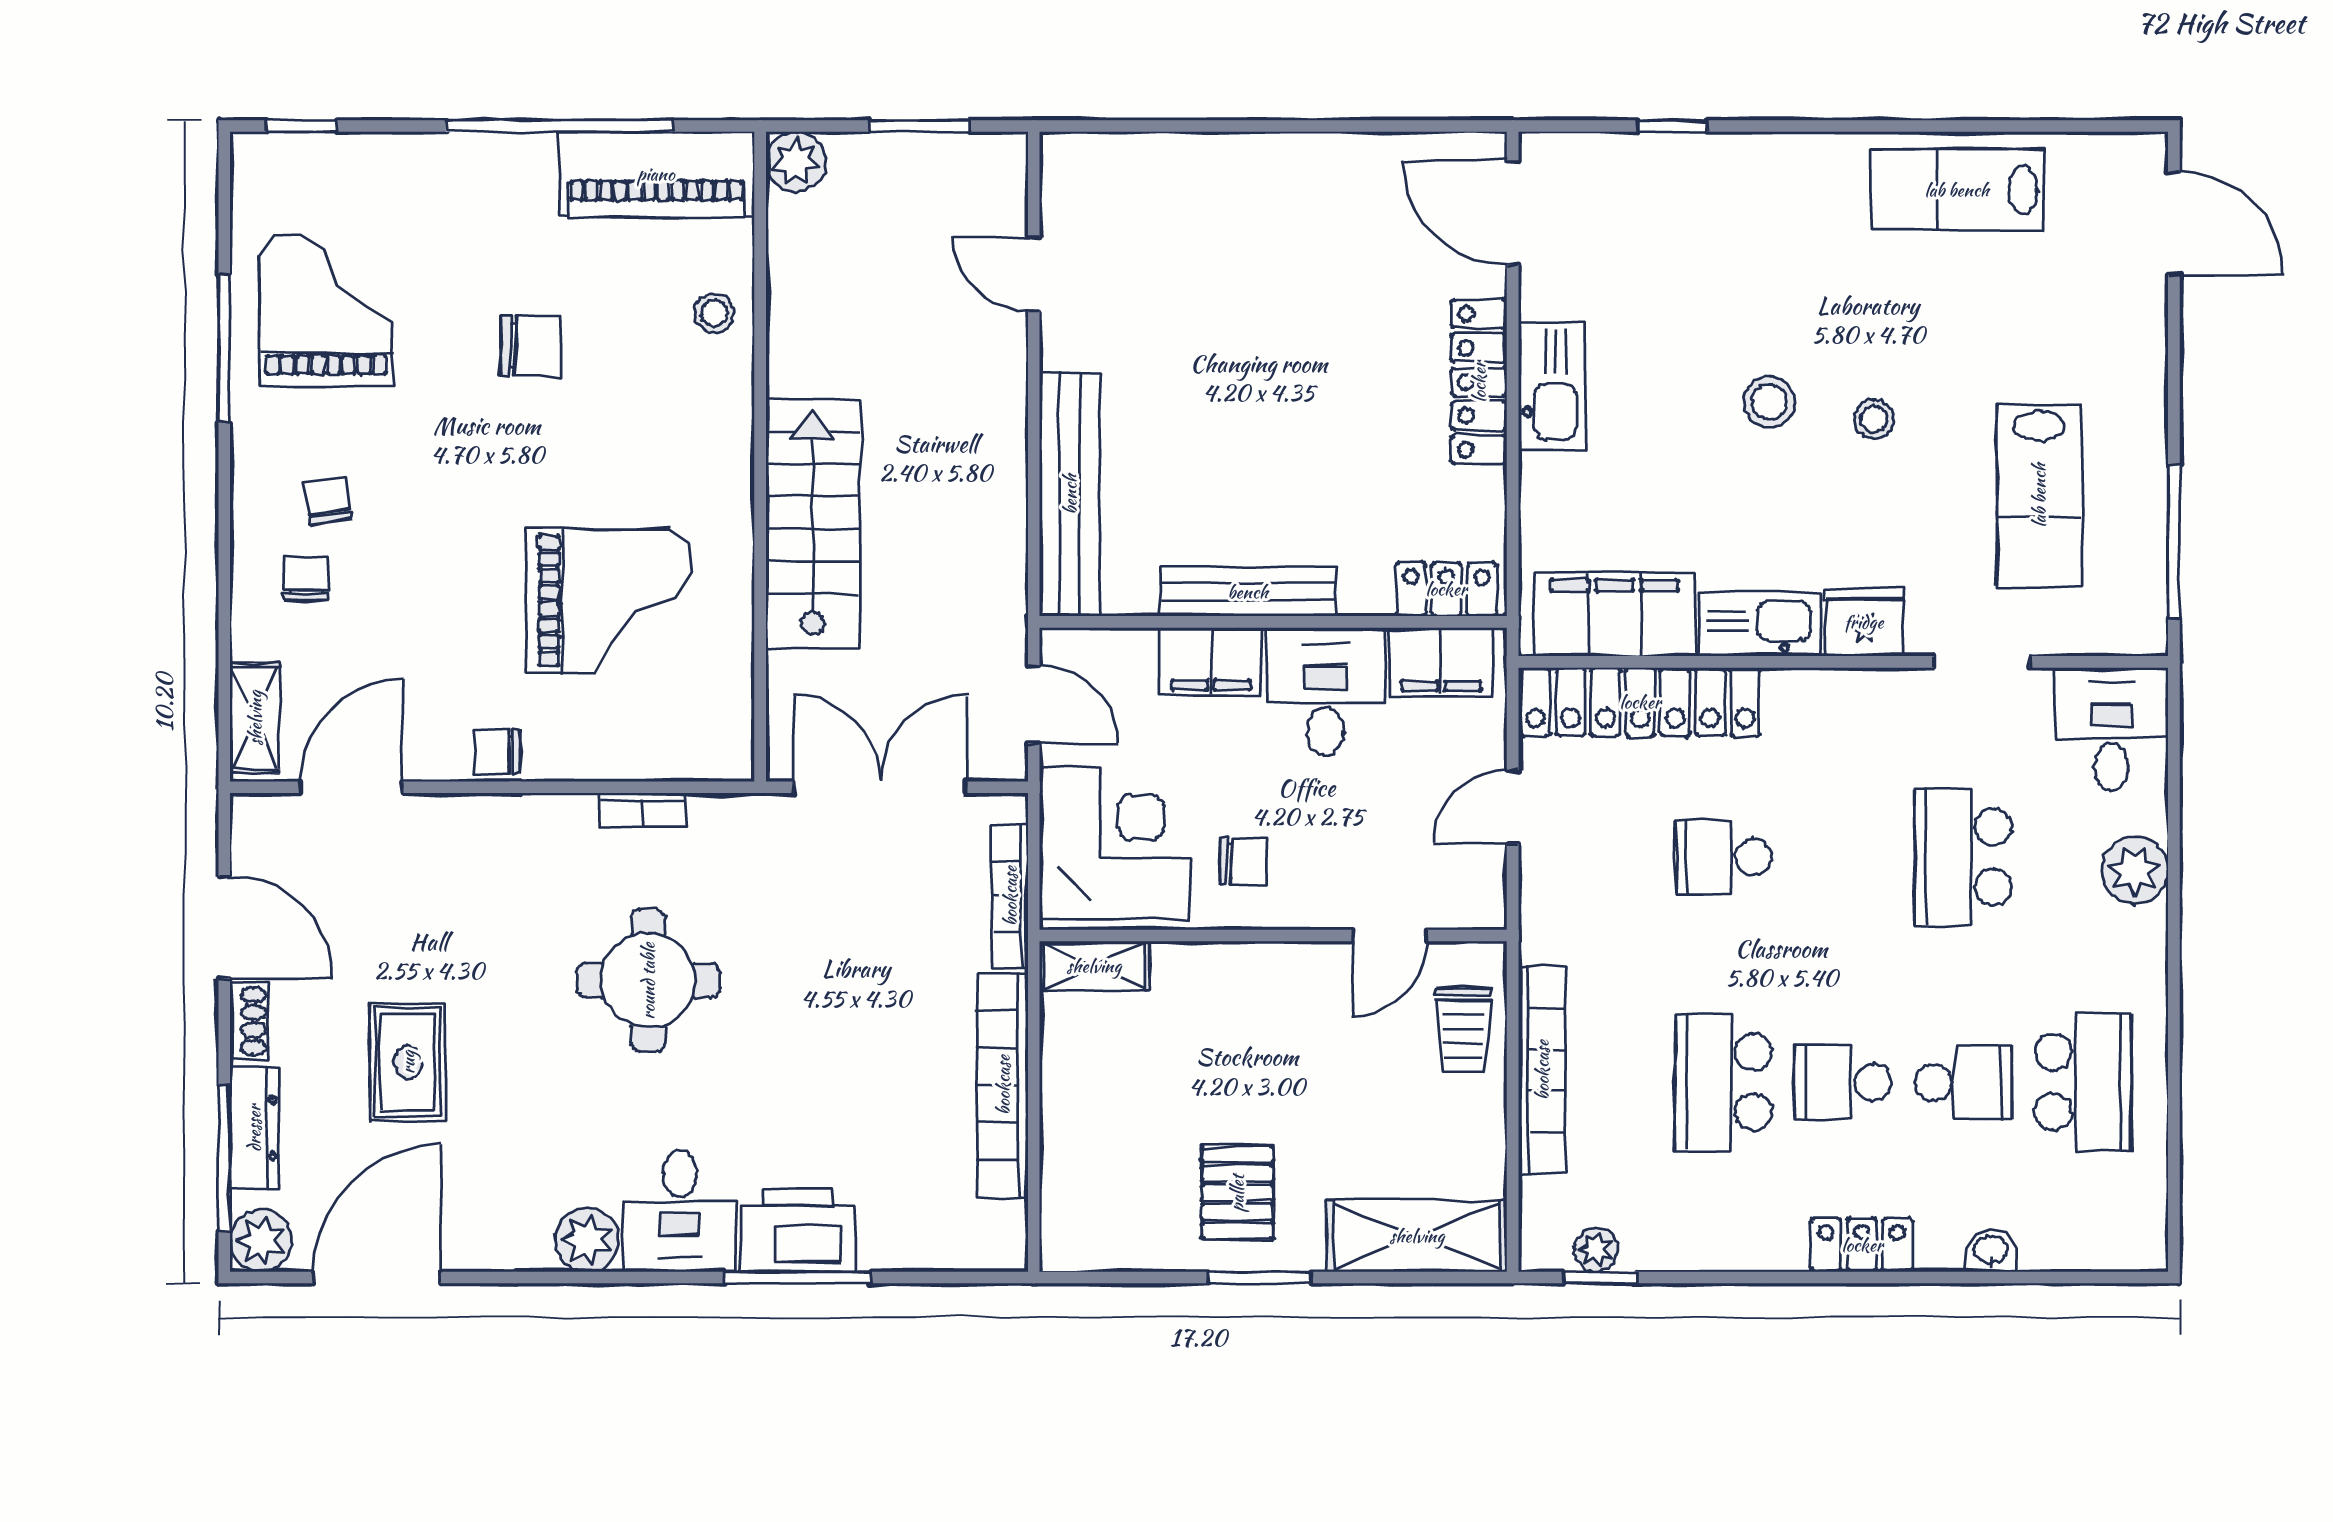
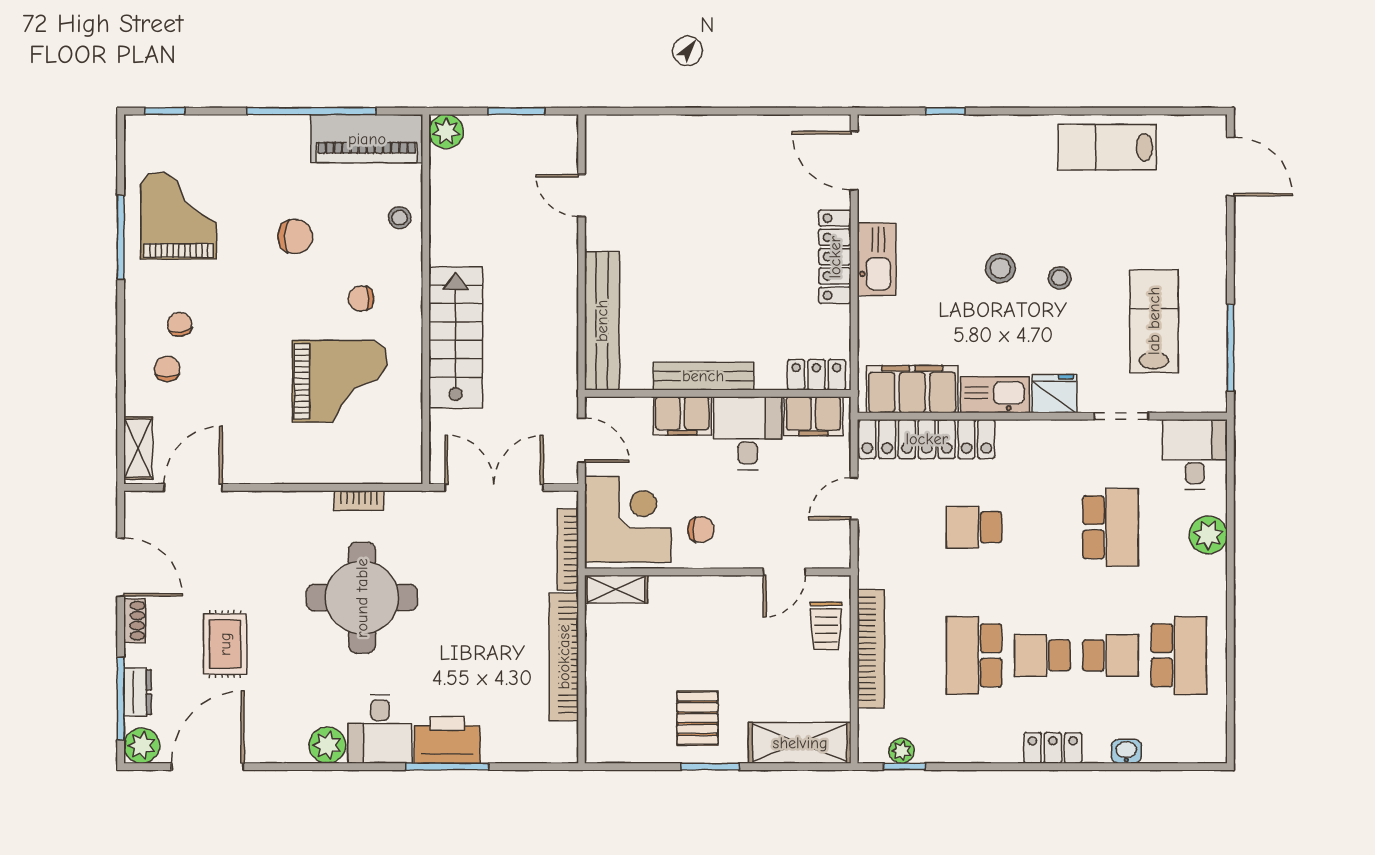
lab bench: (2039, 495) -> (1154, 321), turned 180
chair: (497, 752) -> (361, 299), moved
school desk: (1963, 857) -> (1111, 527), turned 180
round table: (648, 981) -> (362, 598), width x1.36, depth x1.36
dresser: (254, 1128) -> (138, 692), width x0.70

